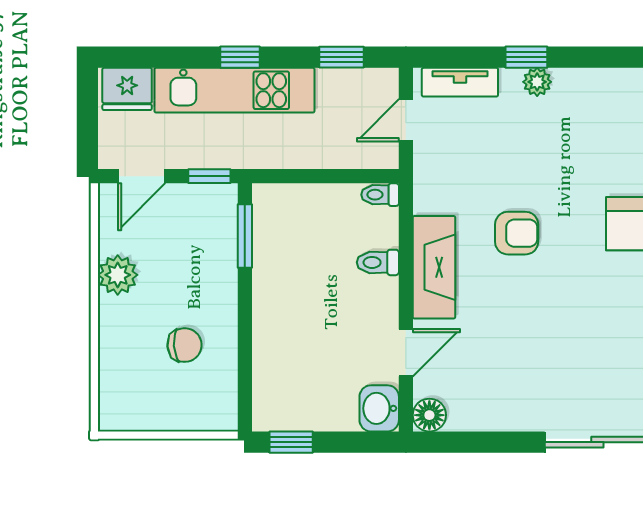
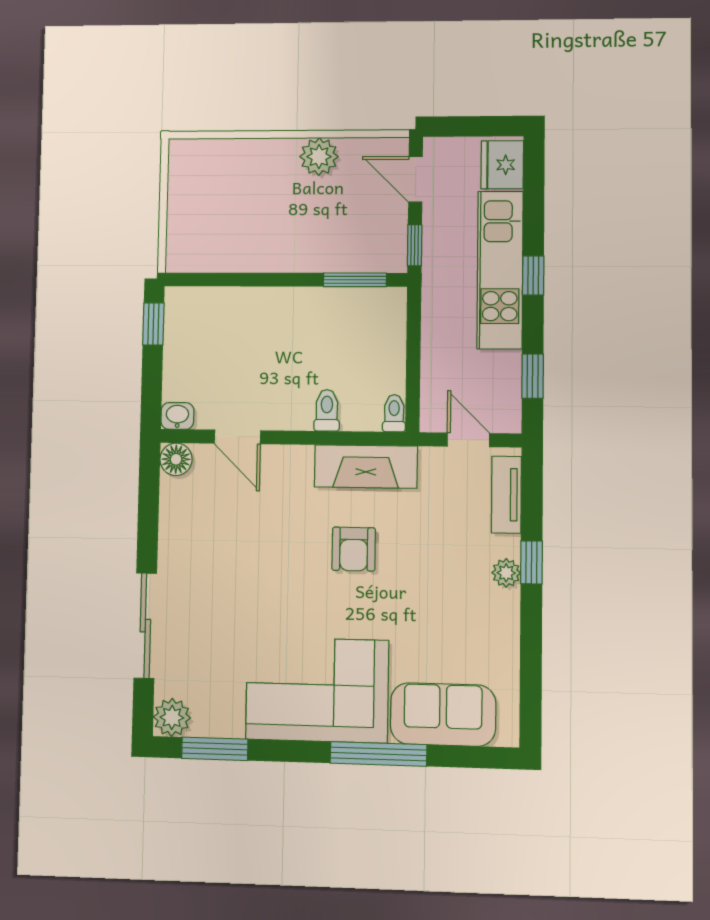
fireplace: (434, 267) -> (366, 467), moved
chair: (185, 345) -> (250, 221), removed
washbasin: (379, 408) -> (177, 416), width x0.72, depth x0.69

